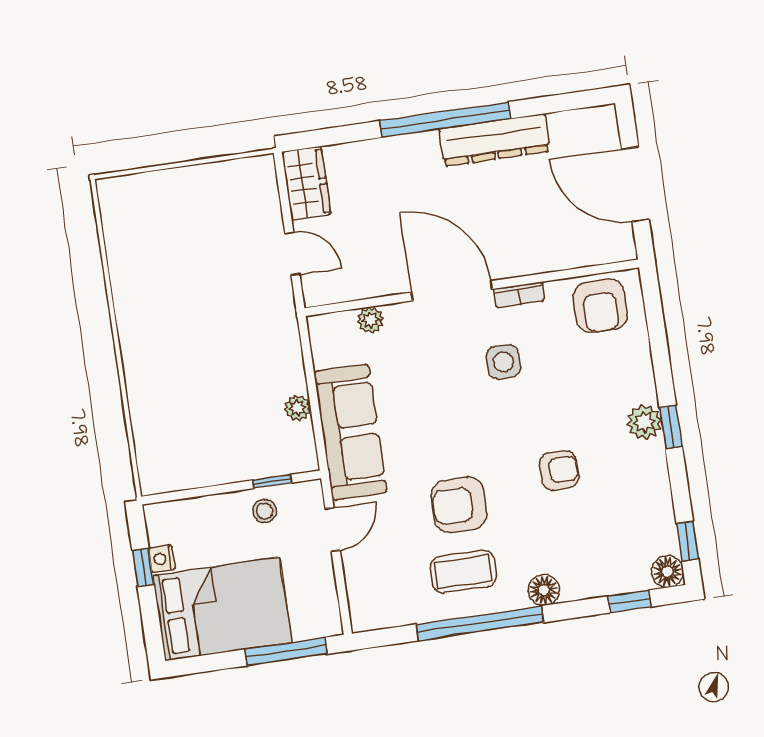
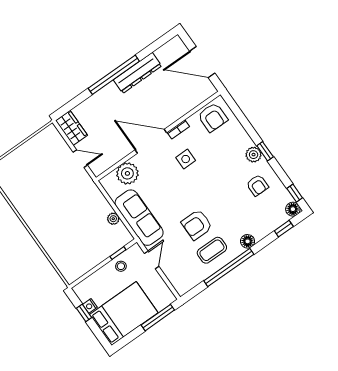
plant: (370, 320) -> (127, 173), width x1.87, depth x1.87
armchair: (559, 470) -> (257, 185), moved, turned 90

